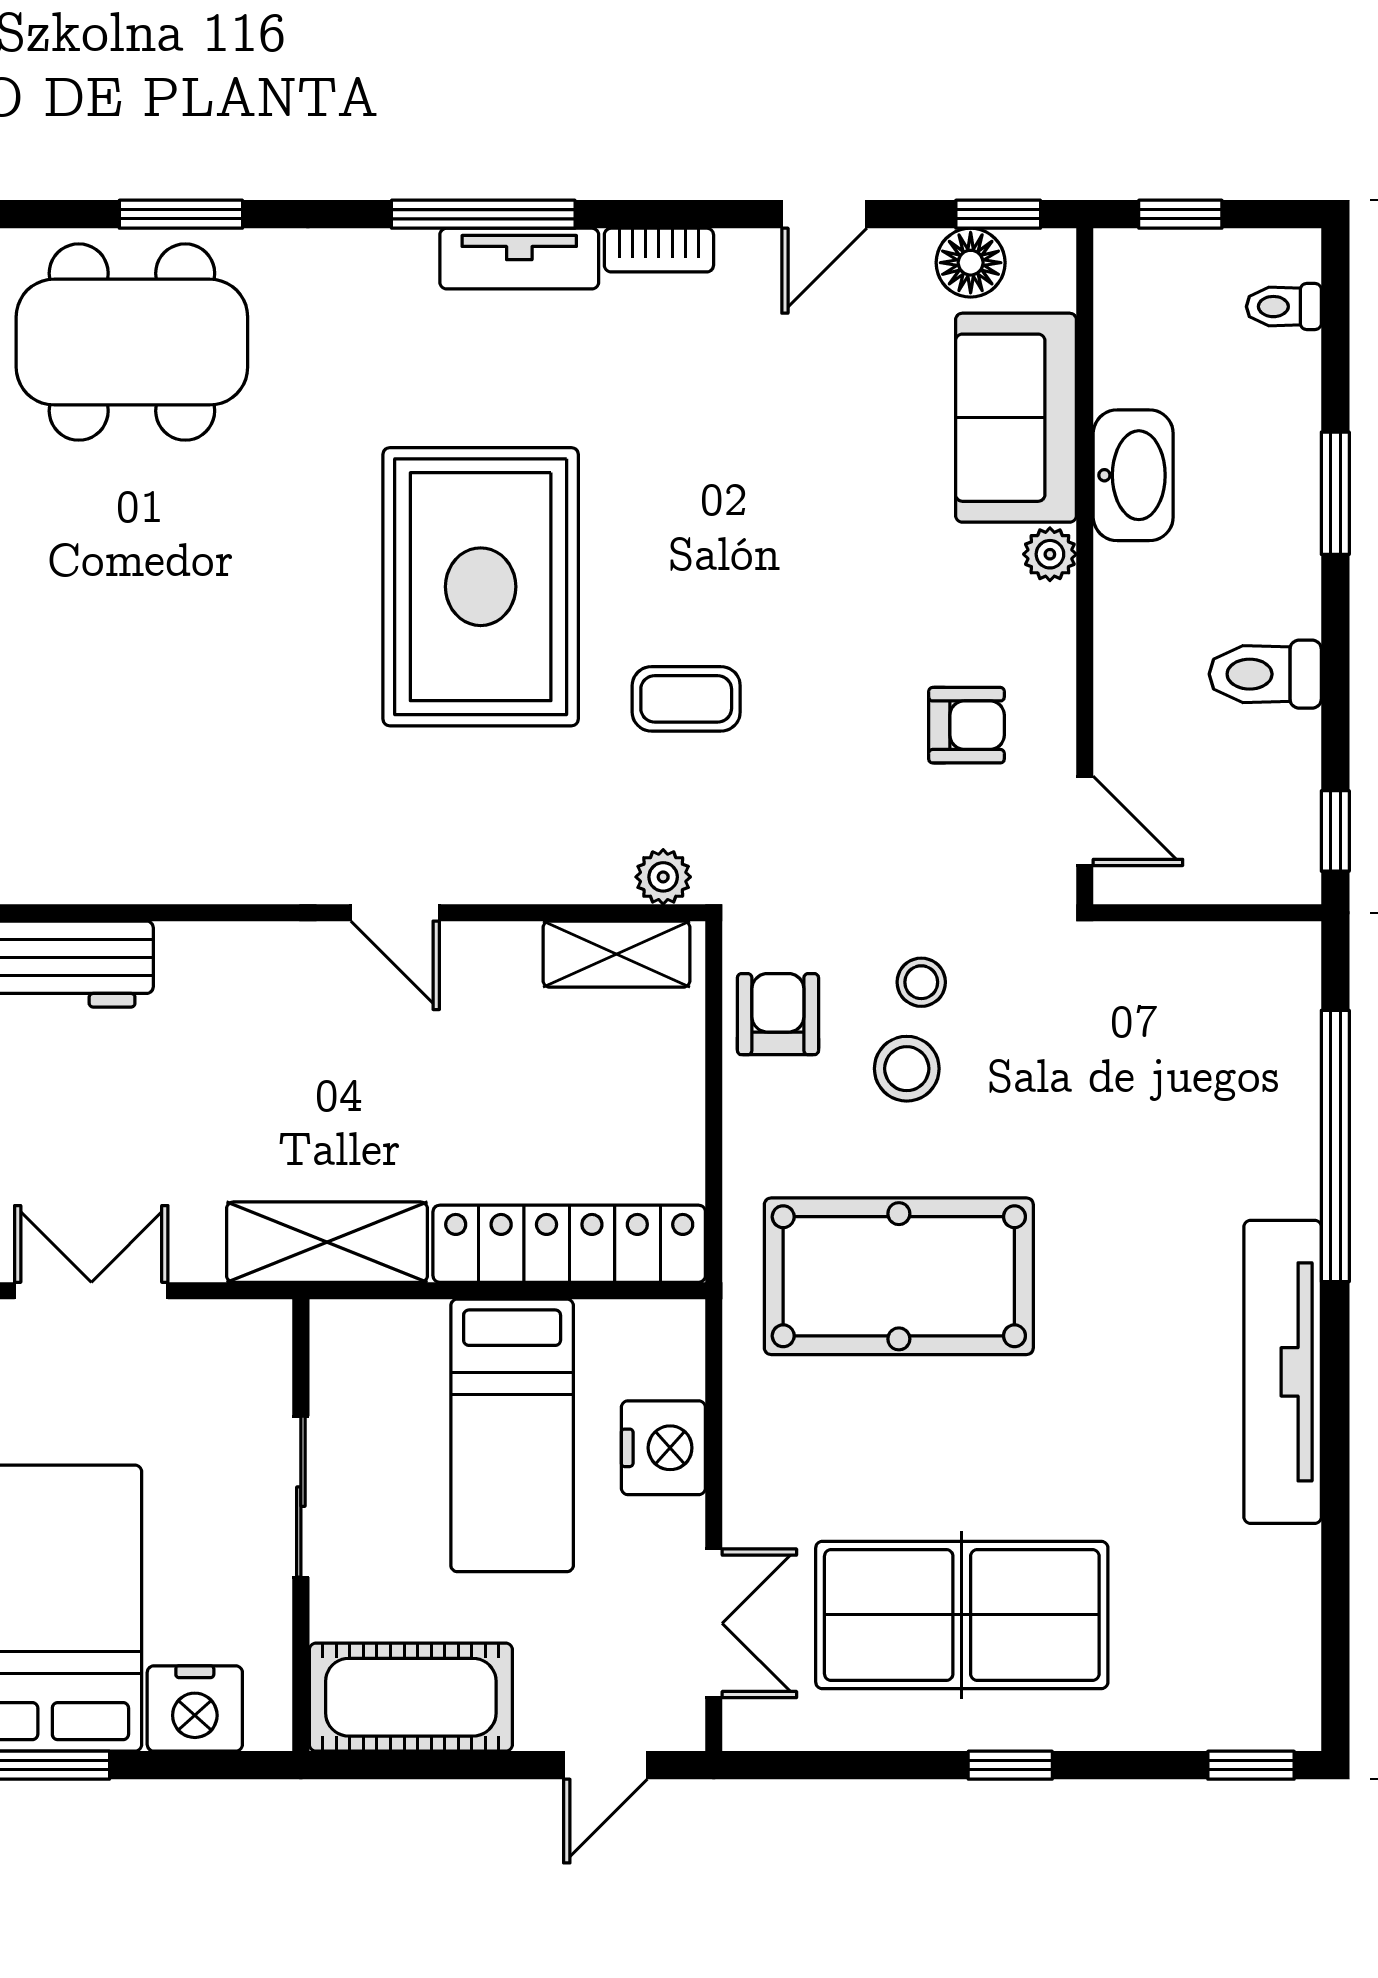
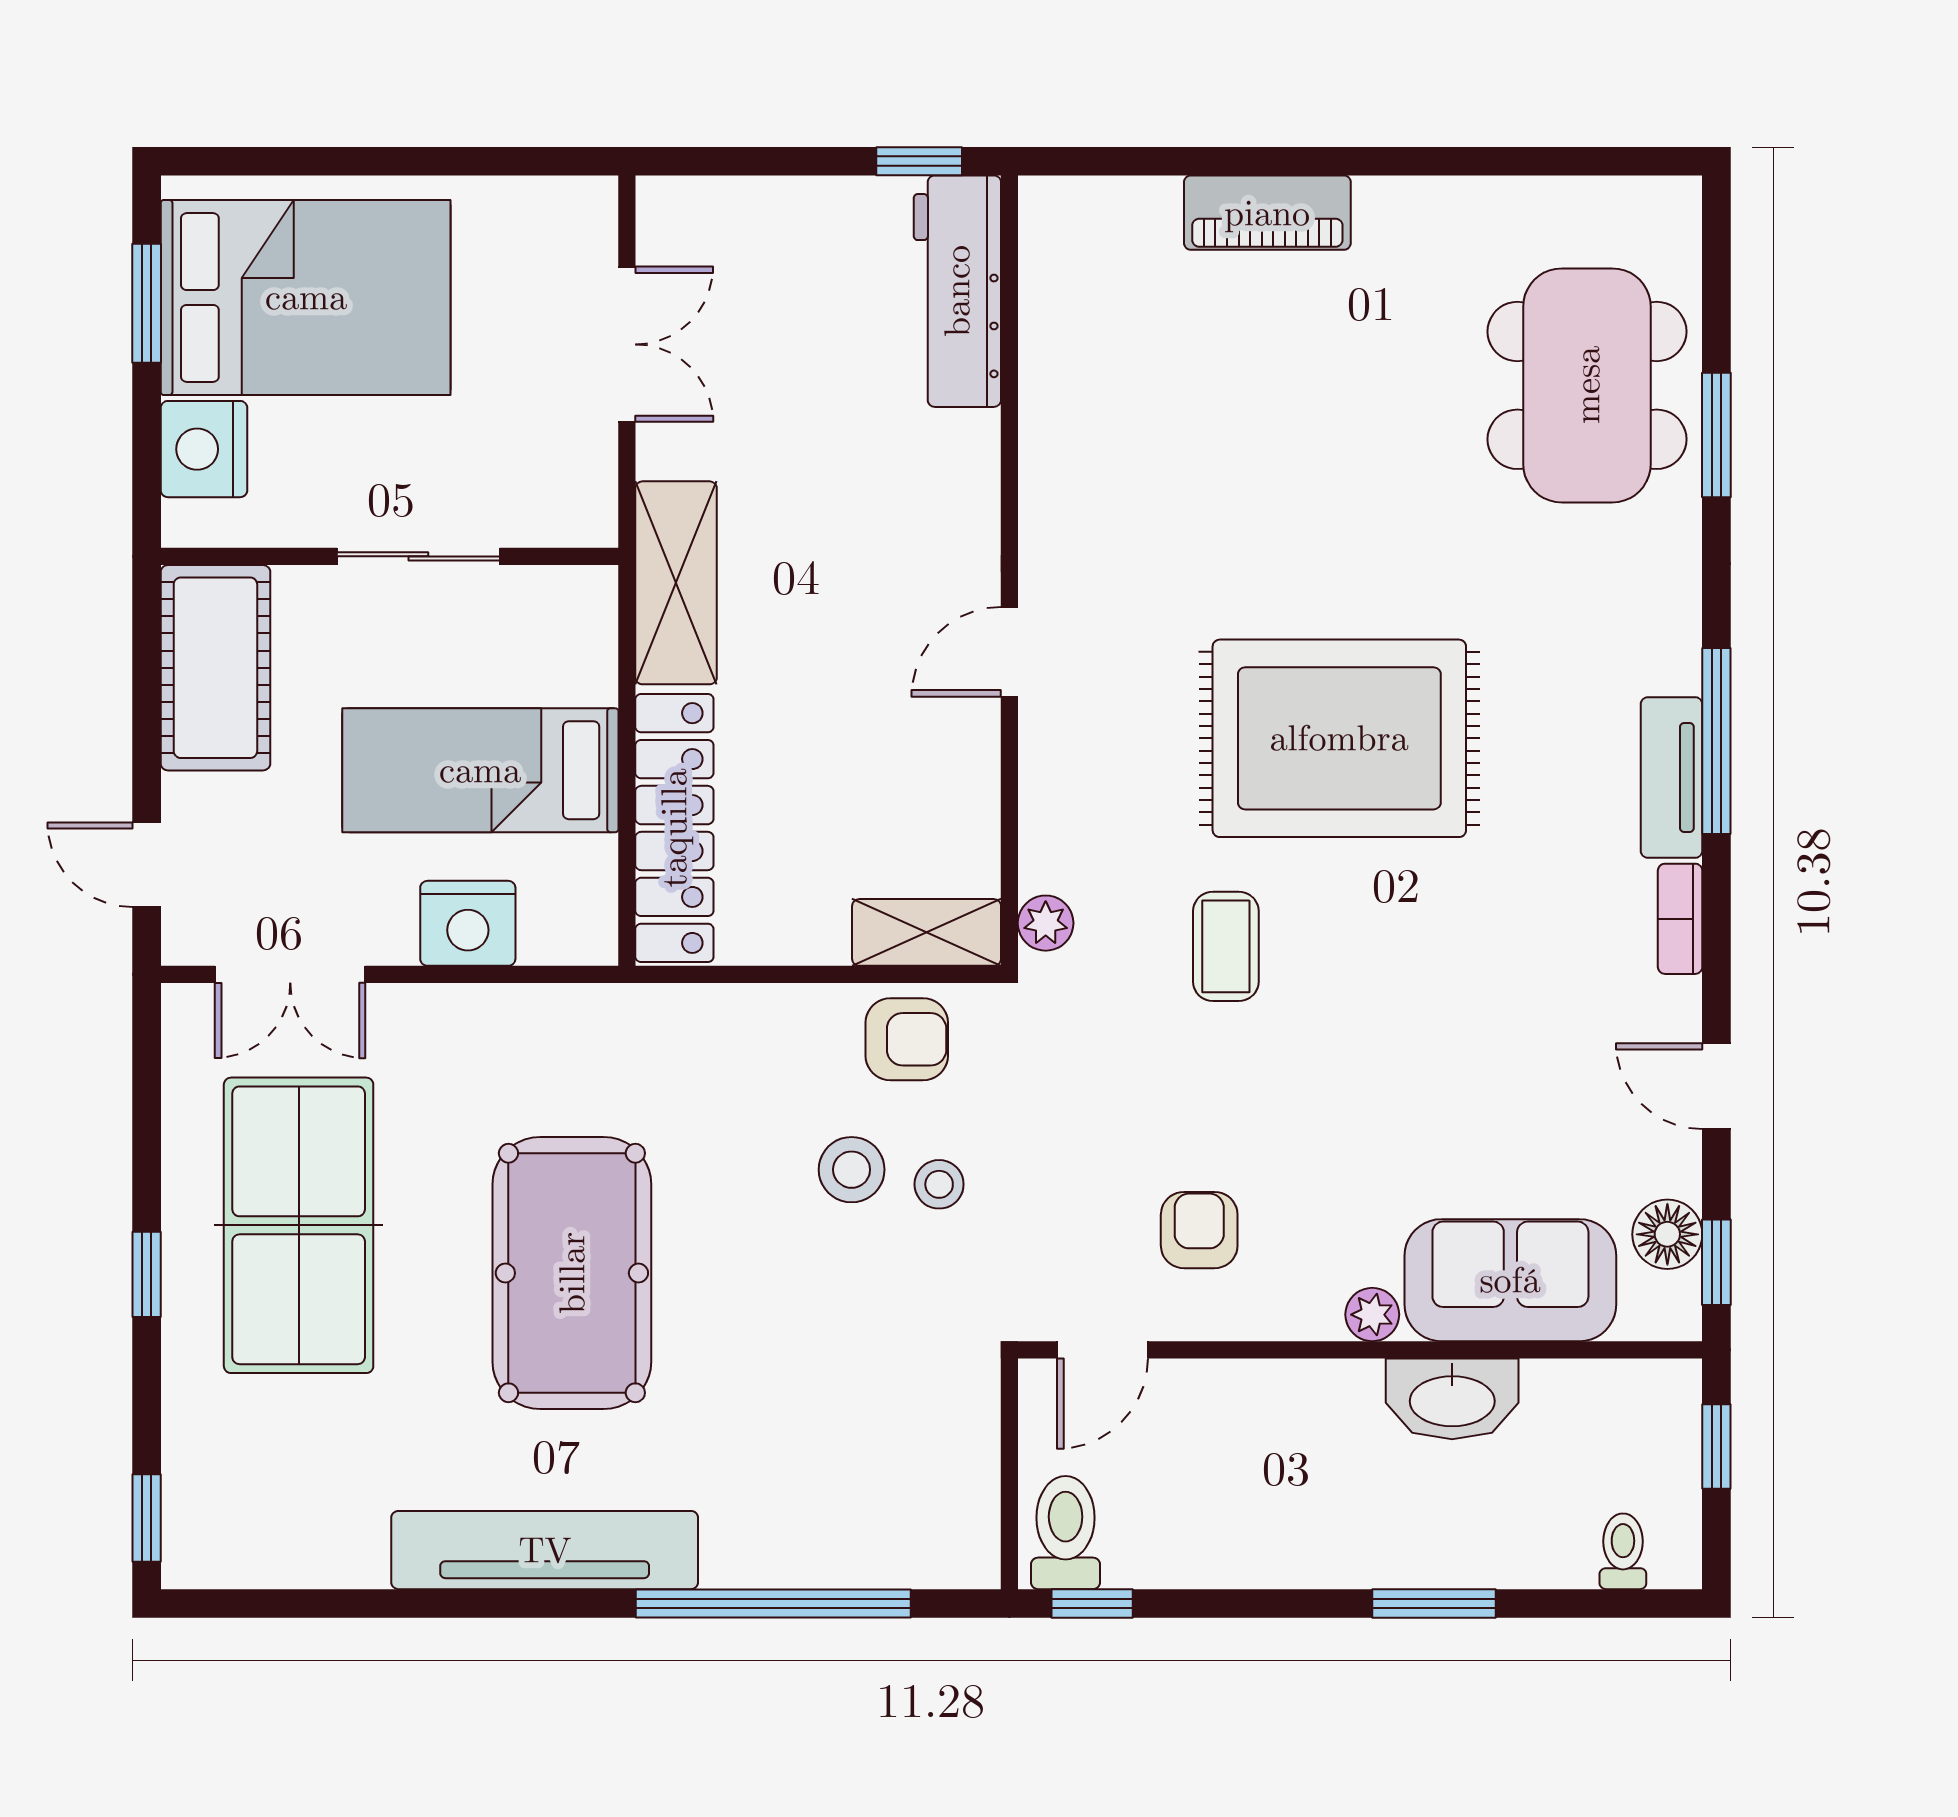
toilet: (1265, 674) -> (1066, 1533), moved
armchair: (967, 725) -> (1199, 1230), turned 180
shelving: (616, 954) -> (927, 932), moved, turned 90
pool table: (899, 1276) -> (572, 1273), moved

